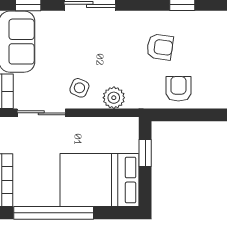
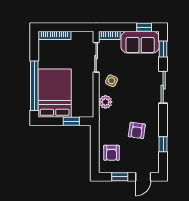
armchair: (178, 89) -> (111, 153), moved, turned 90
window: (54, 213) -> (34, 86), moved

